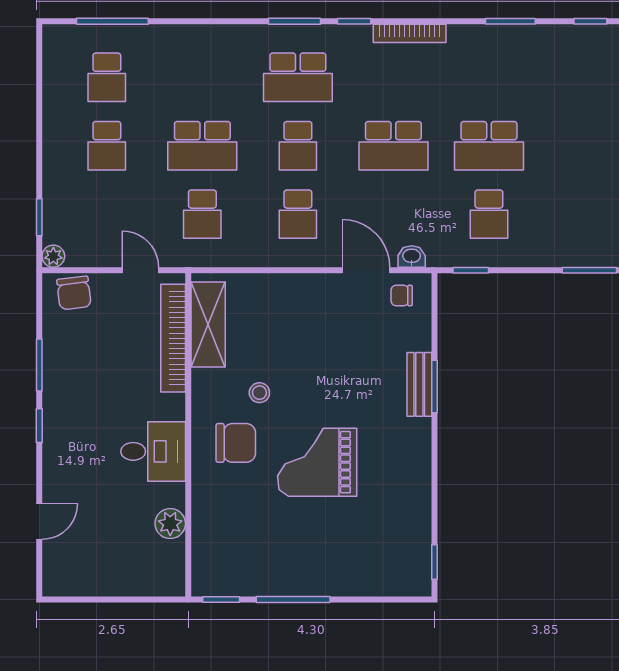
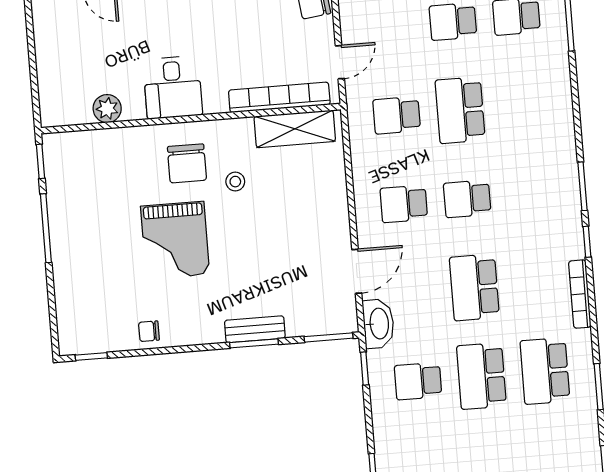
school desk: (298, 77) -> (545, 371), moved
washbasin: (412, 256) -> (378, 324), width x1.91, depth x1.45
chair: (402, 295) -> (149, 331), moved, turned -90
window: (434, 306) -> (329, 337), added
grand piano: (317, 462) -> (175, 240), turned 180

